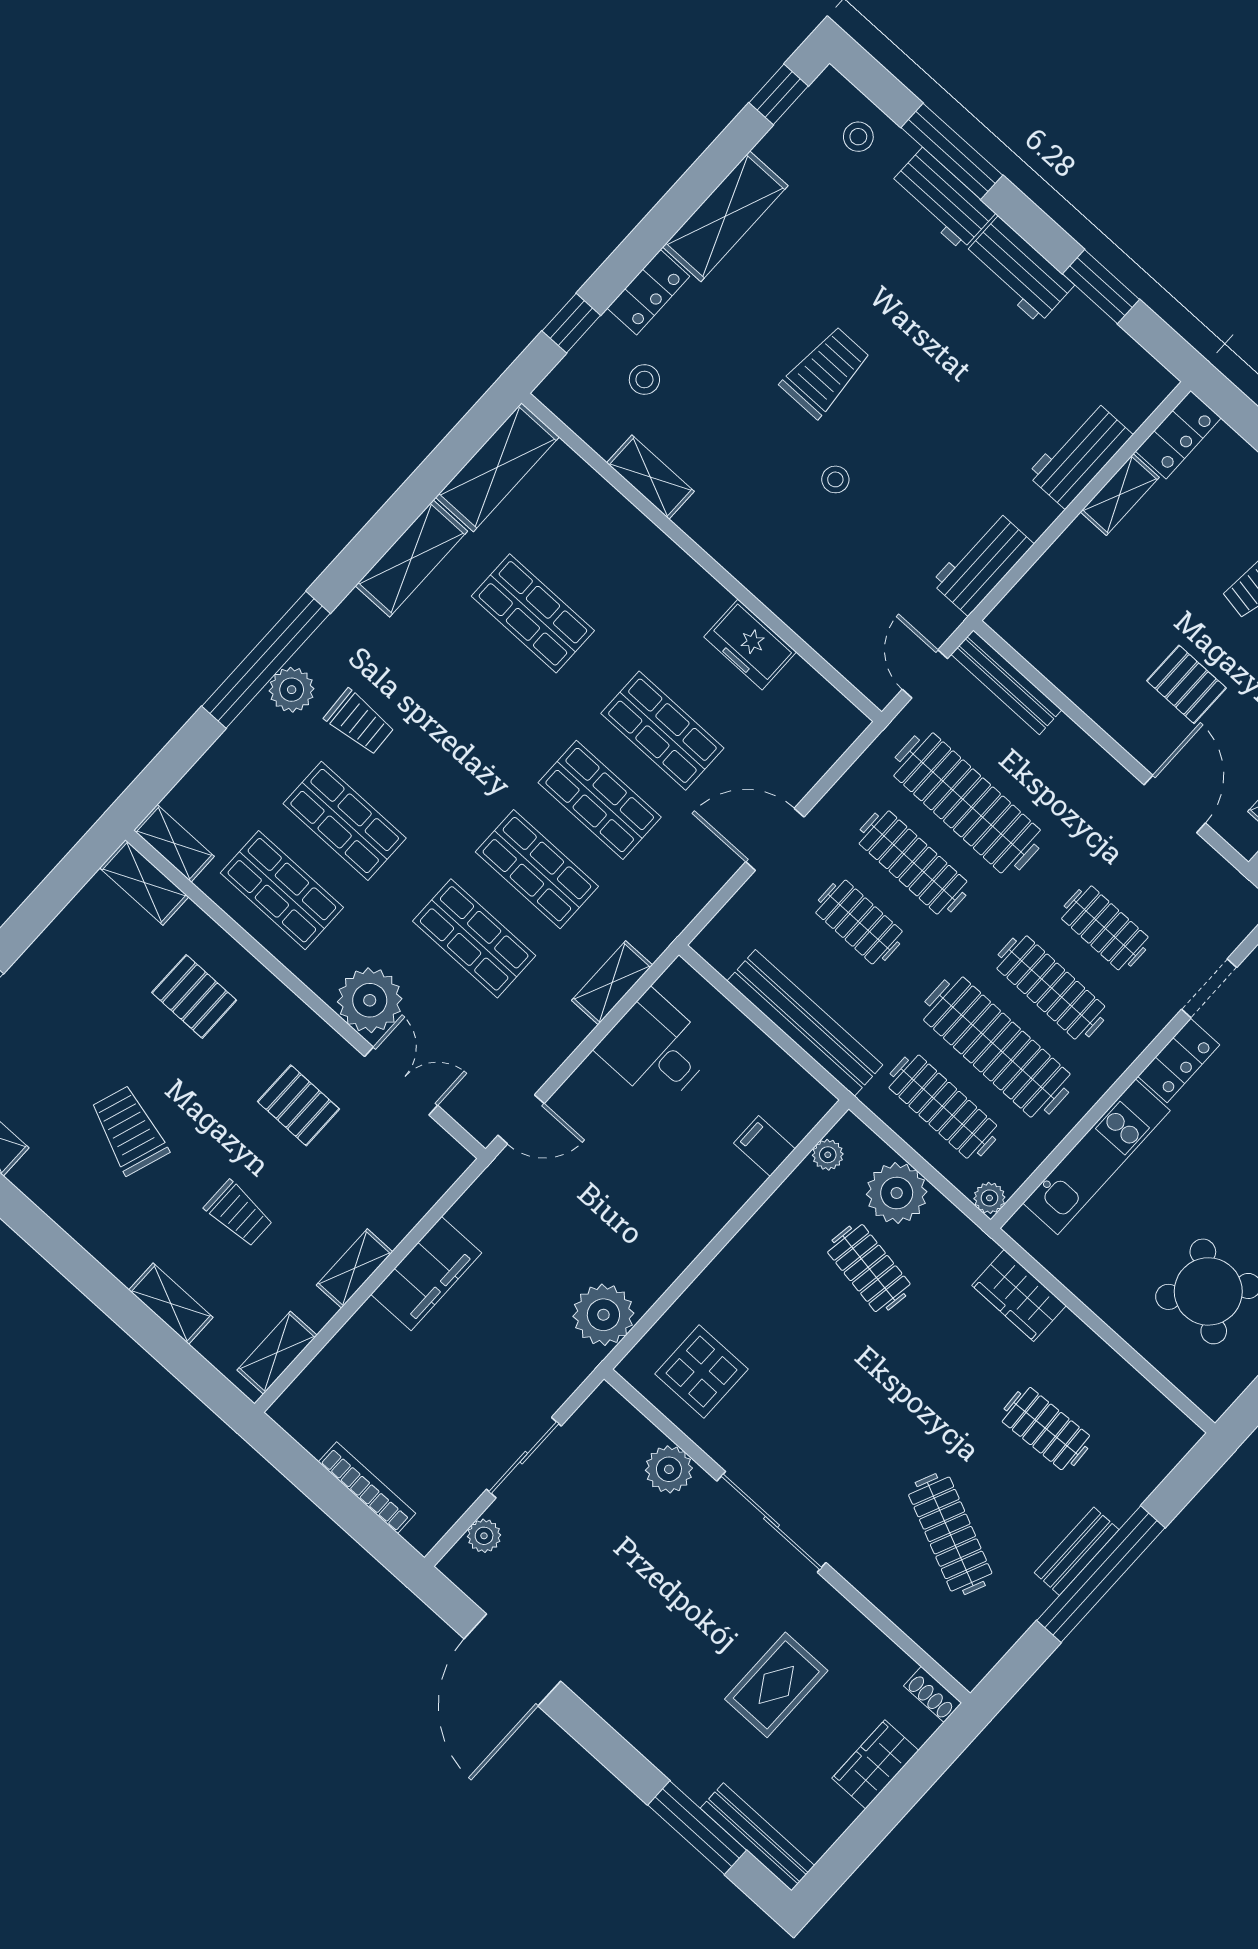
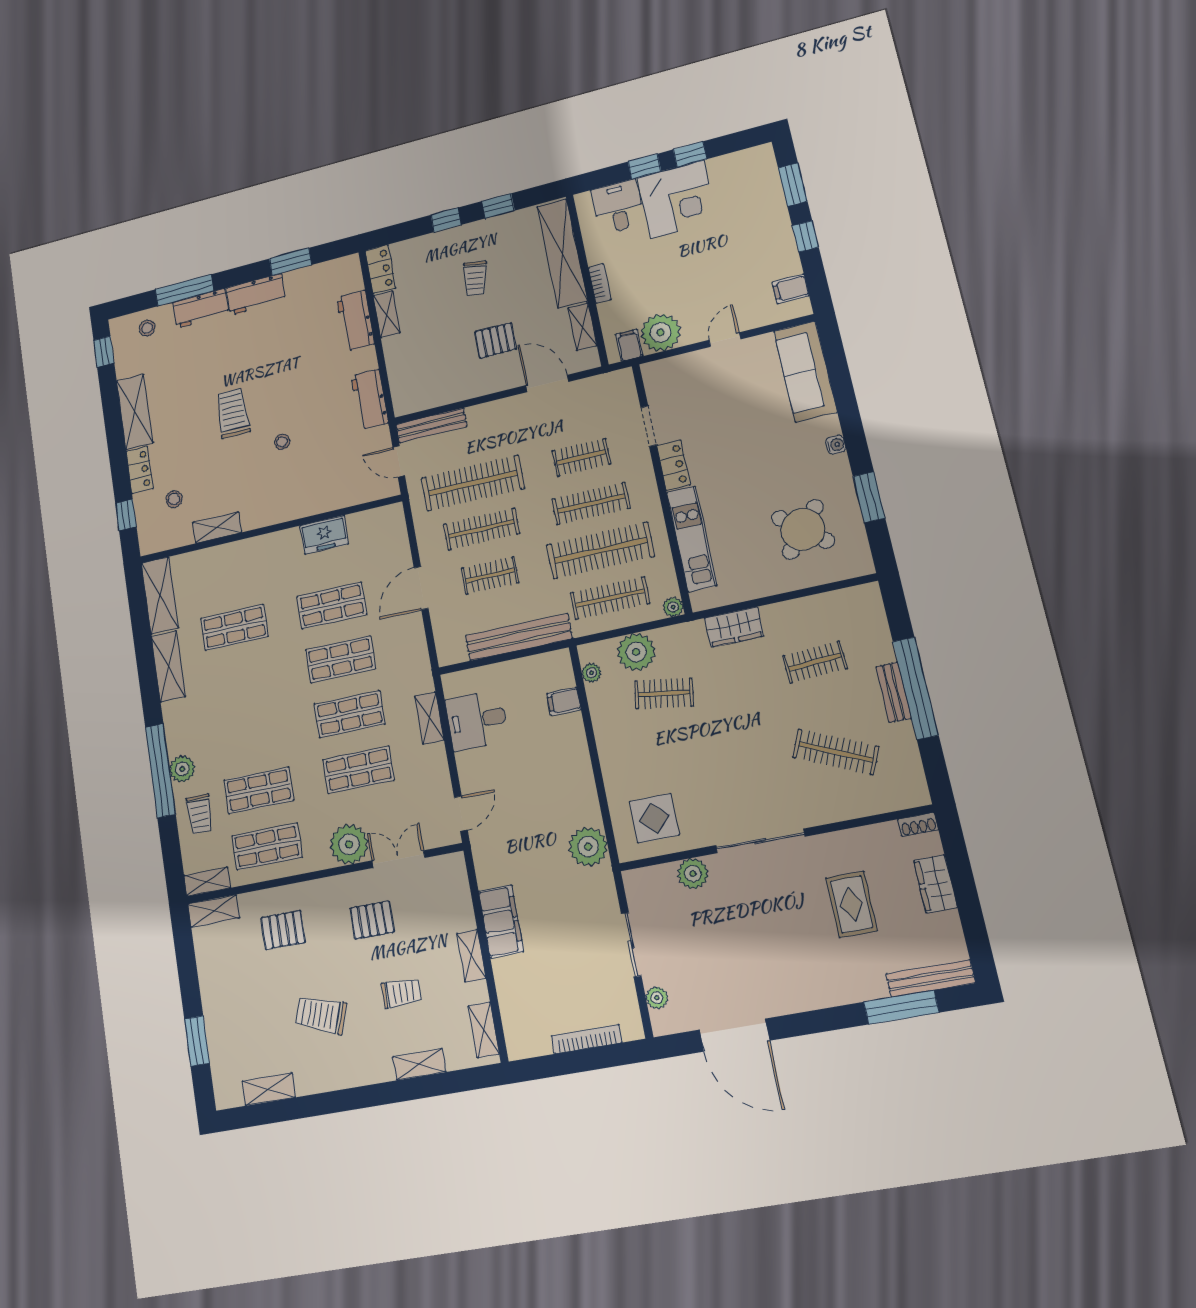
trolley: (359, 722) -> (200, 814), moved, turned 93

